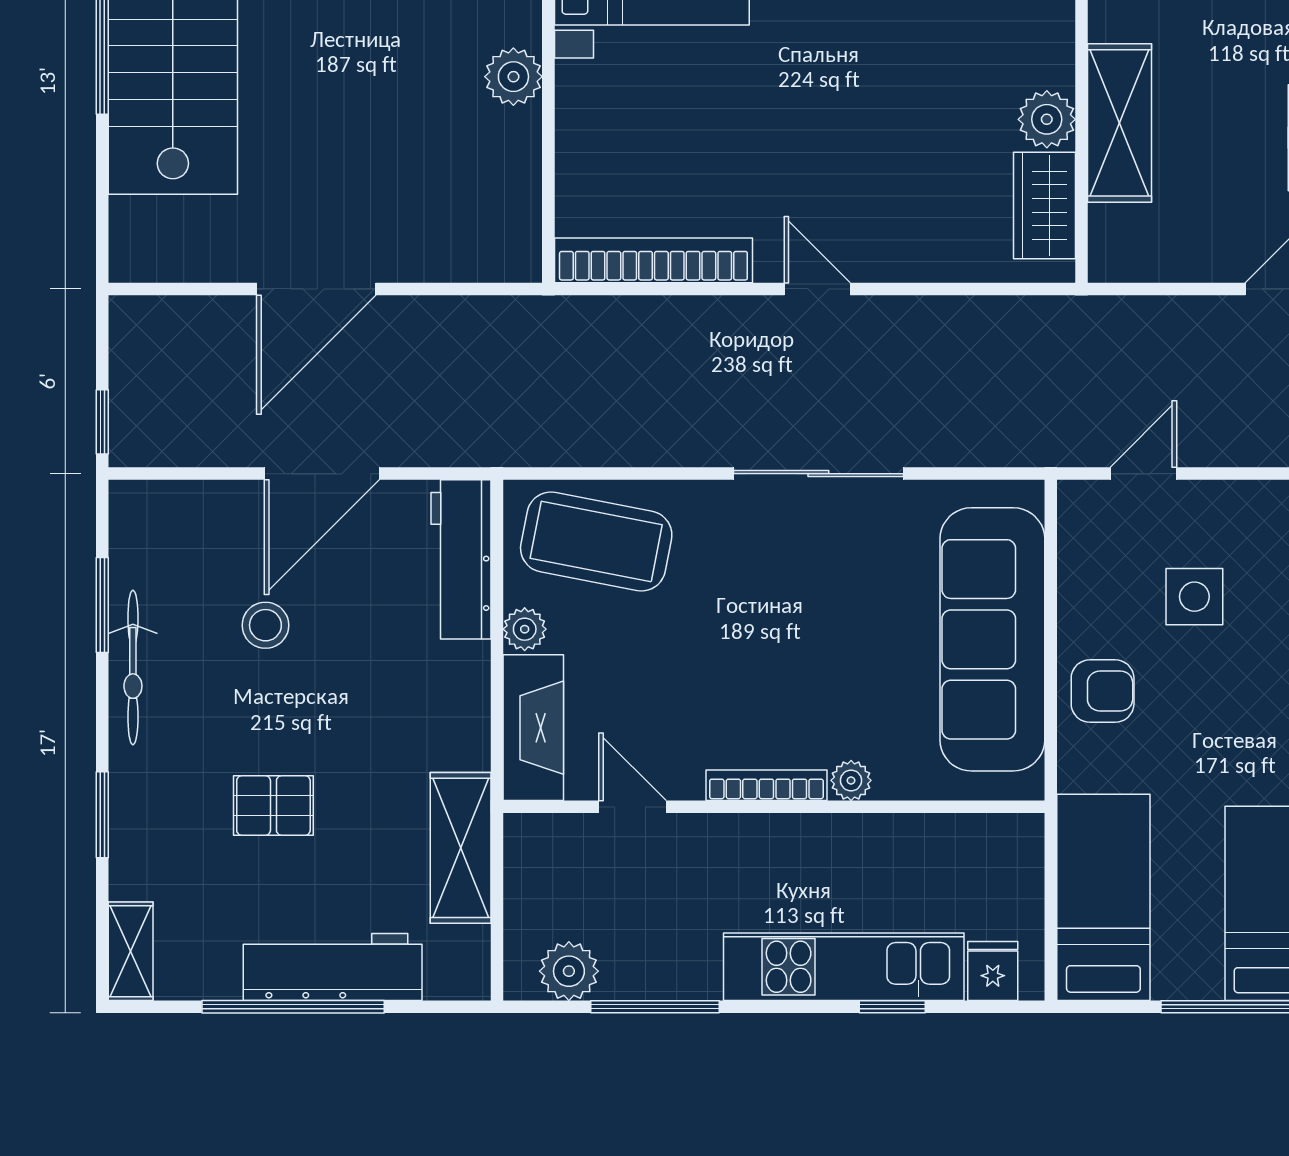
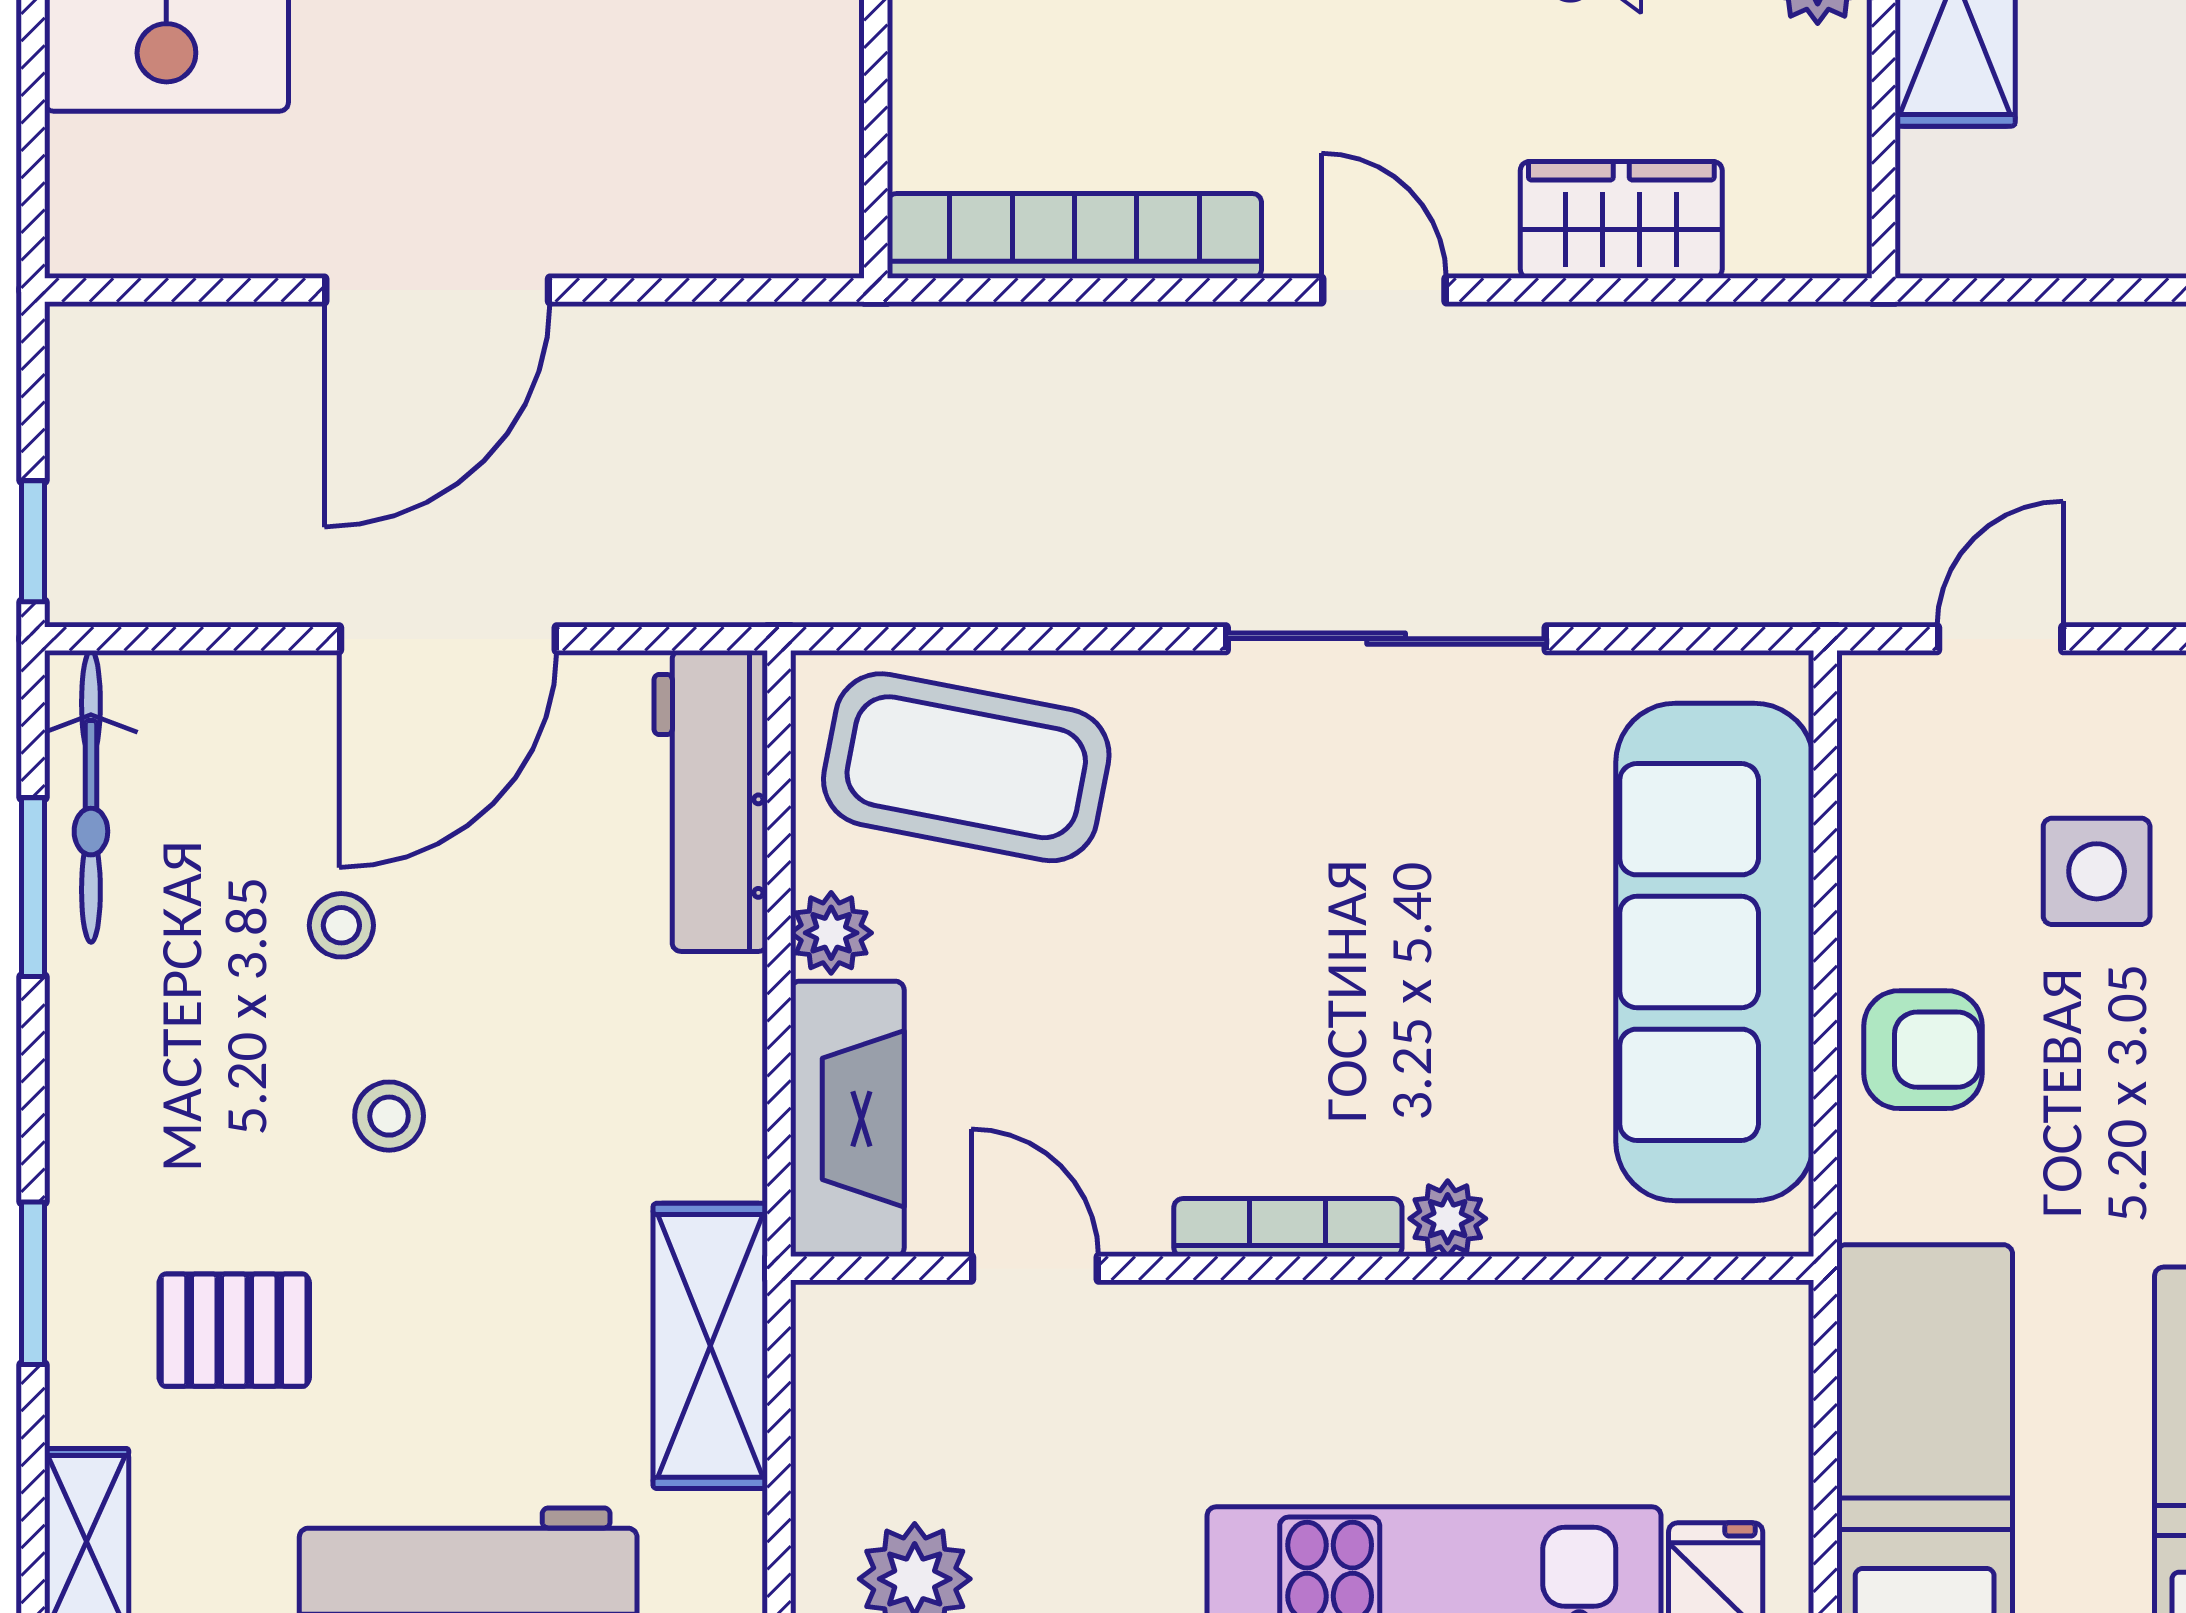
wardrobe: (1044, 205) -> (1621, 220), moved, turned 90
stool: (265, 625) -> (341, 925), width x0.73, depth x0.73
bicycle: (133, 667) -> (91, 796), moved
stool: (291, 726) -> (389, 1116), added
pallet: (273, 805) -> (234, 1330), moved

